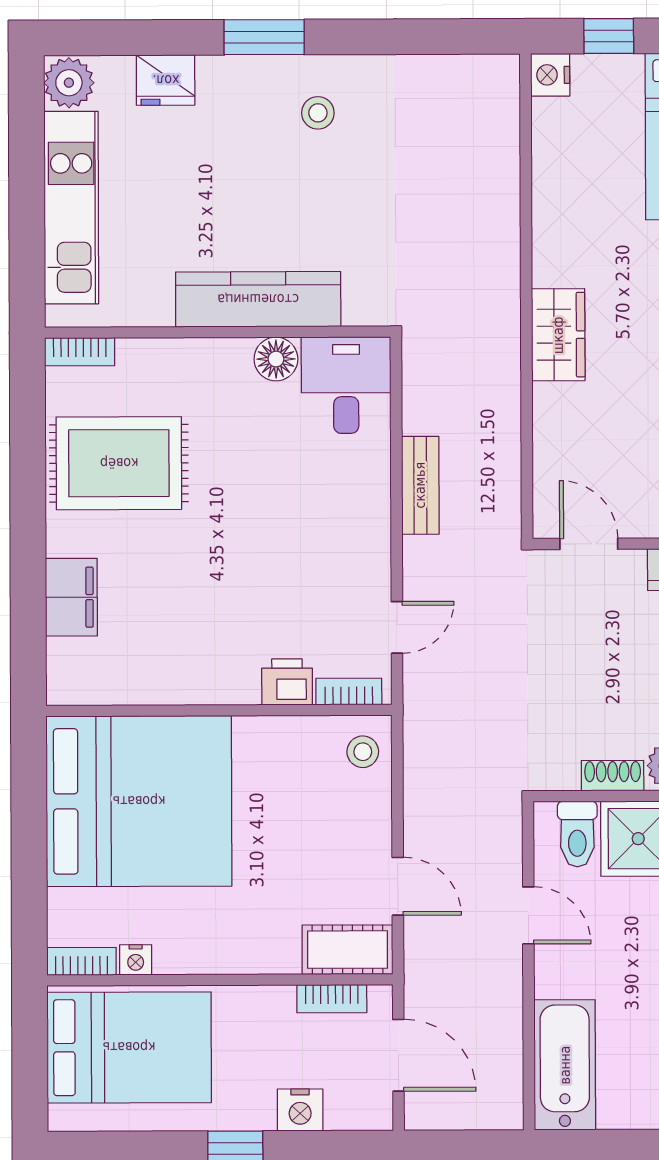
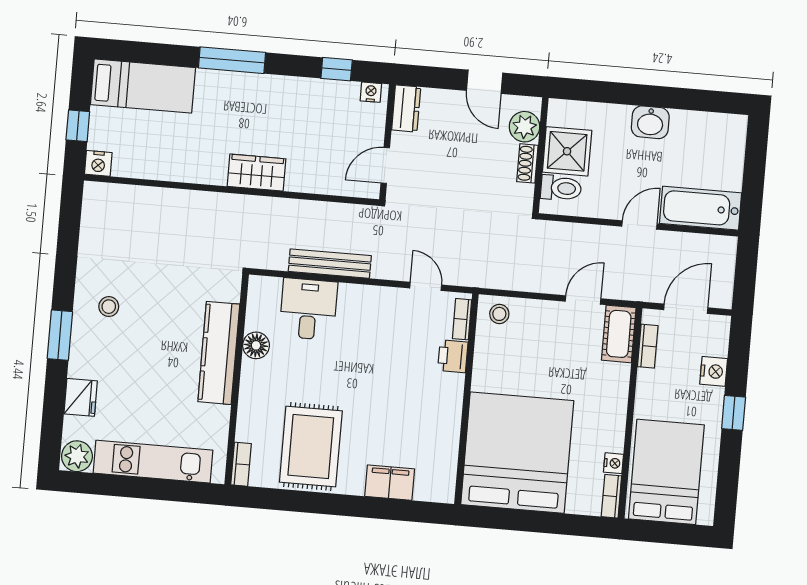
desk: (346, 385) -> (308, 309), moved, turned 90
bench: (420, 485) -> (330, 264), width x1.36
door: (528, 915) -> (639, 225), moved

